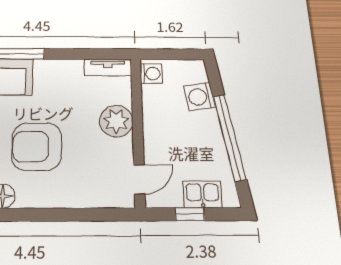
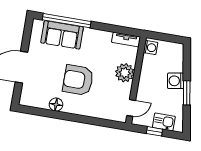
washing machine: (200, 97) -> (176, 81), moved
window: (229, 137) -> (187, 93), width x0.47

